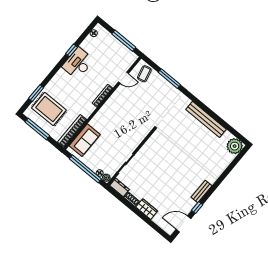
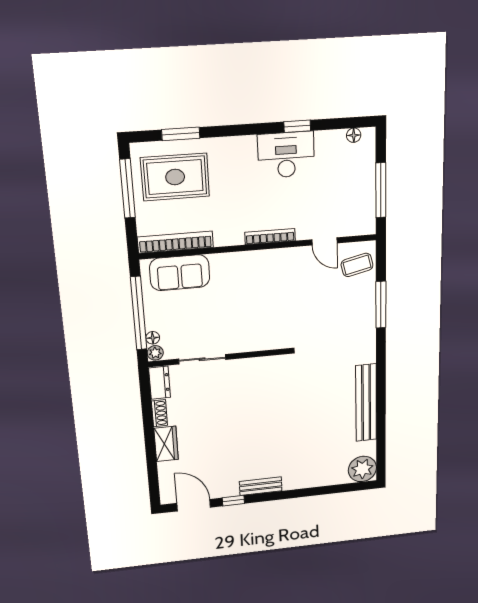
rug: (49, 109) -> (175, 177), turned 90

